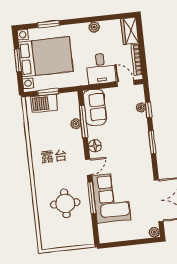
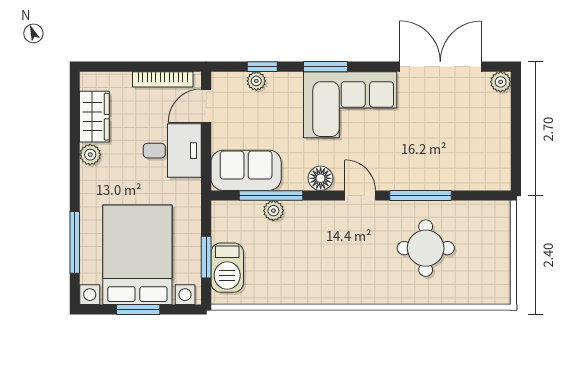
window: (48, 24) -> (75, 242), width x1.44
wardrobe: (130, 31) -> (94, 117), moved, turned -90
corner sofa: (112, 198) -> (350, 105), moved, turned 180

